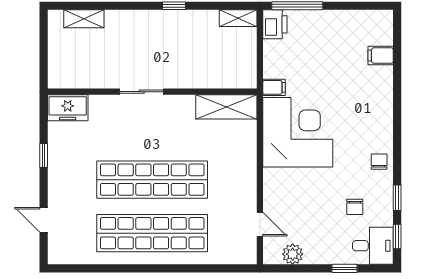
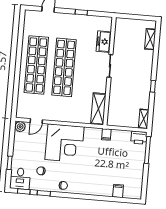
freezer: (68, 108) -> (104, 42), moved
corner desk: (298, 132) -> (65, 143), moved
plant: (293, 254) -> (20, 127), moved

